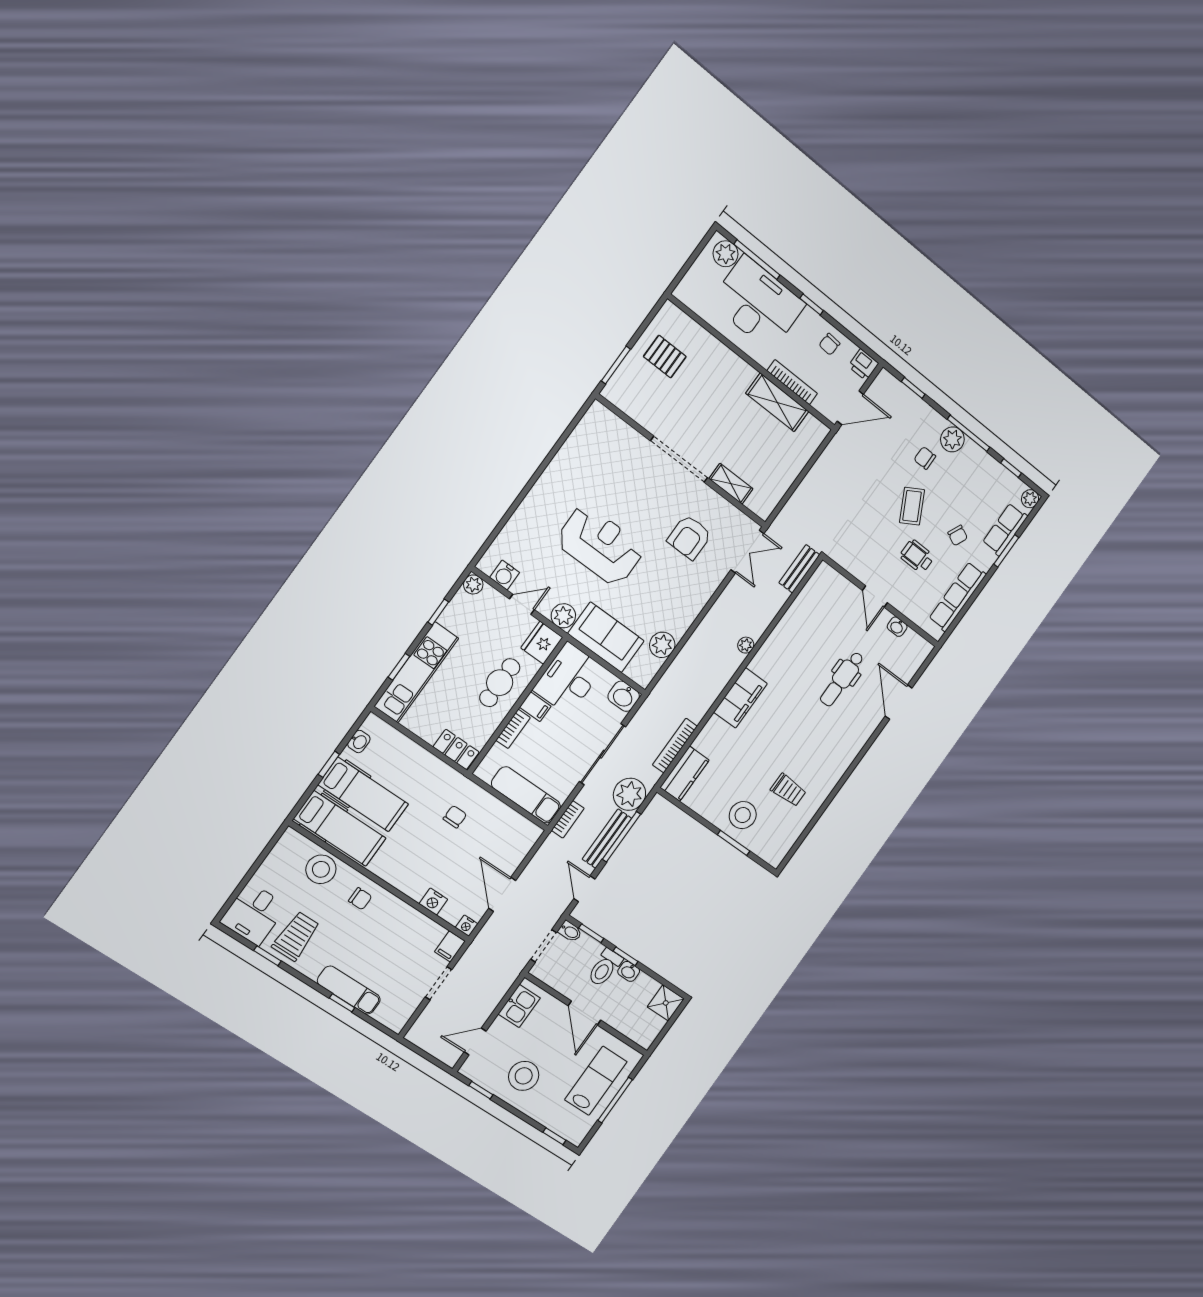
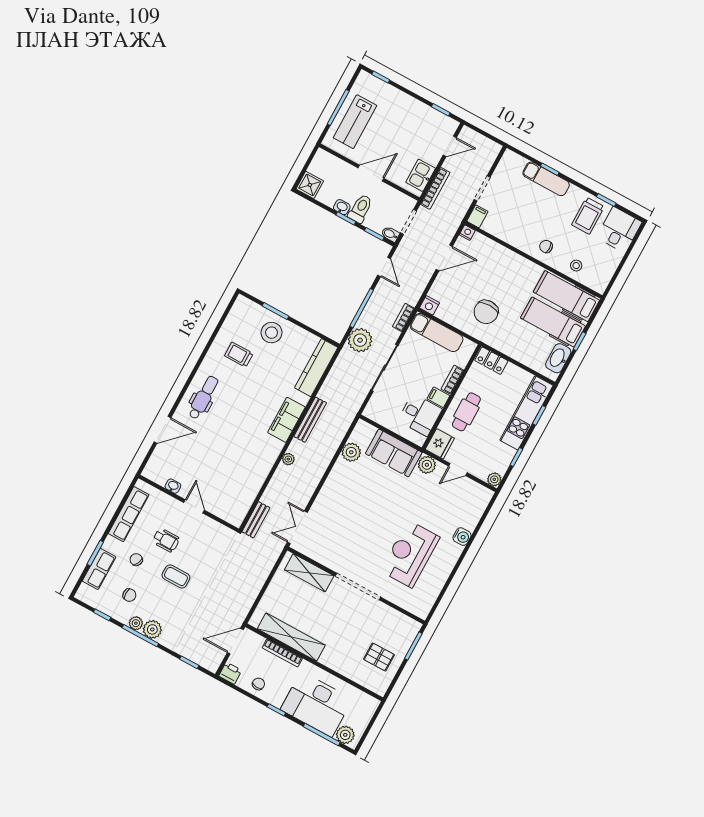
shelving: (777, 402) -> (291, 637), width x1.47
chair: (925, 458) -> (129, 595), moved
shelving: (731, 484) -> (309, 573), width x1.50, depth x1.33
plant: (1030, 499) -> (136, 623), moved
coffee table: (912, 506) -> (176, 576), turned -61
armchair: (689, 537) -> (342, 532), removed
reception desk: (600, 545) -> (410, 554), moved, turned 90
water cooler: (505, 575) -> (462, 537), moved, turned 90
desk: (568, 679) -> (420, 415), width x0.73
dental chair: (842, 679) -> (203, 398), moved
washbasin: (624, 696) -> (375, 412), removed
door: (899, 702) -> (162, 430), hinge flipped
washbasin: (359, 742) -> (558, 358), width x1.91, depth x1.45
bookcase: (675, 746) -> (435, 188), moved
kitchen counter: (685, 774) -> (316, 368), width x1.50
chair: (455, 817) -> (486, 312), width x1.87, depth x1.87
bench: (607, 839) -> (310, 420), moved
stool: (321, 869) -> (576, 266), width x0.53, depth x0.53
door: (502, 894) -> (444, 258), hinge flipped
nightstand: (433, 902) -> (429, 305), moved, turned 180
door: (584, 1013) -> (371, 173), hinge flipped
stool: (524, 1076) -> (410, 122), removed

